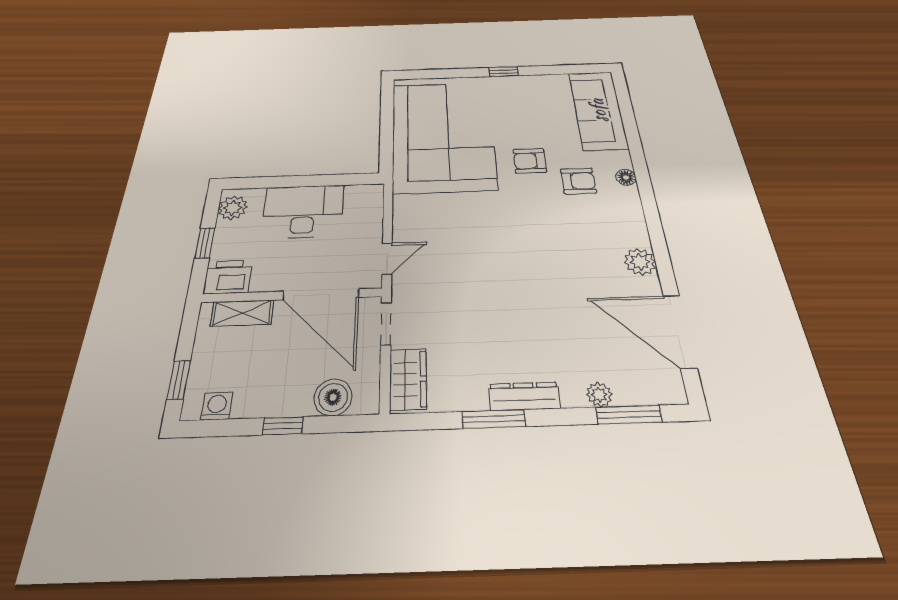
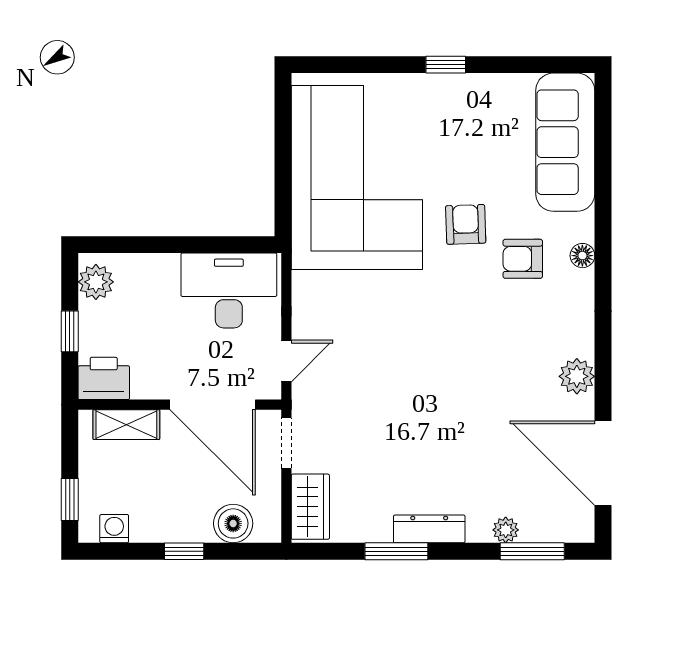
armchair: (530, 161) -> (466, 224), turned 88
armchair: (578, 181) -> (523, 259), turned 180
desk: (303, 211) -> (229, 291), moved

